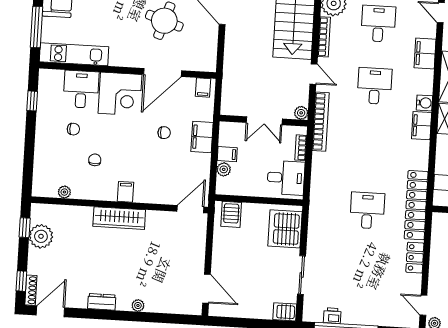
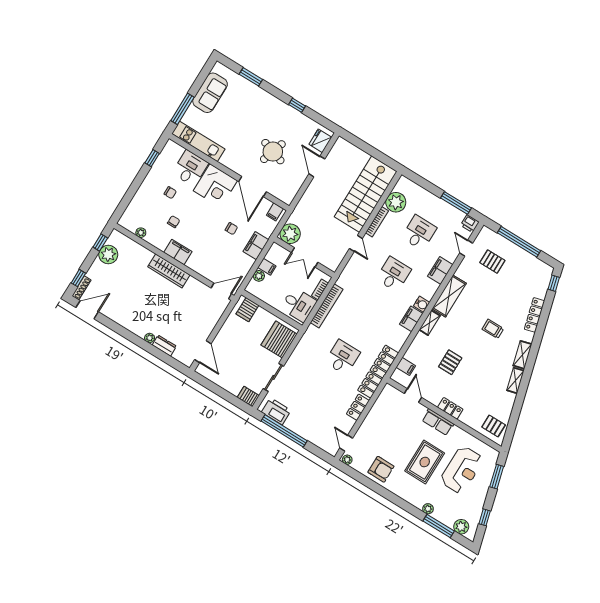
door: (163, 72) -> (253, 187), hinge flipped
plant: (301, 113) -> (290, 234), moved, width x1.88, depth x1.88
bookcase: (321, 122) -> (327, 306), moved
filing cabinet: (126, 192) -> (178, 252), width x2.00
dresser: (102, 302) -> (164, 346), moved
printer: (332, 316) -> (276, 411), width x1.87, depth x1.48

